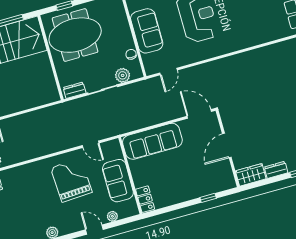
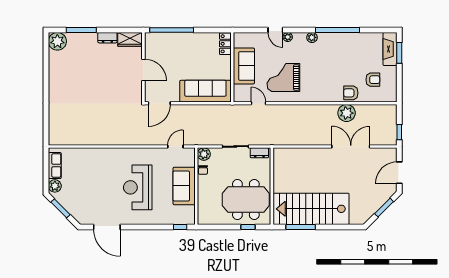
plant: (123, 75) -> (204, 154), moved
door: (199, 114) -> (159, 103), hinge flipped
door: (227, 145) -> (143, 70), hinge flipped
grand piano: (71, 180) -> (283, 78), turned 93
window: (208, 198) -> (172, 30), width x3.17
plant: (112, 216) -> (288, 37), moved

